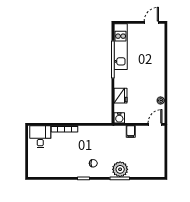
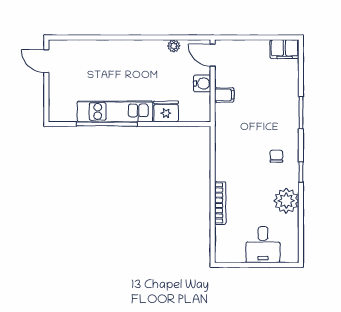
kitchen unit: (121, 47) -> (115, 111), moved
water cooler: (119, 118) -> (202, 83), moved
desk: (40, 137) -> (263, 245), moved, turned -90
filing cabinet: (159, 168) -> (284, 49), added
plant: (120, 169) -> (286, 201), moved

